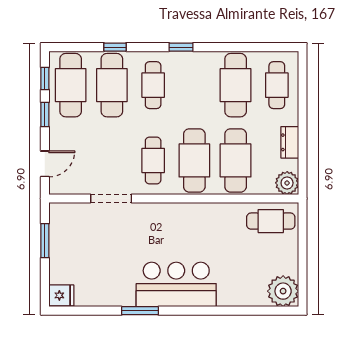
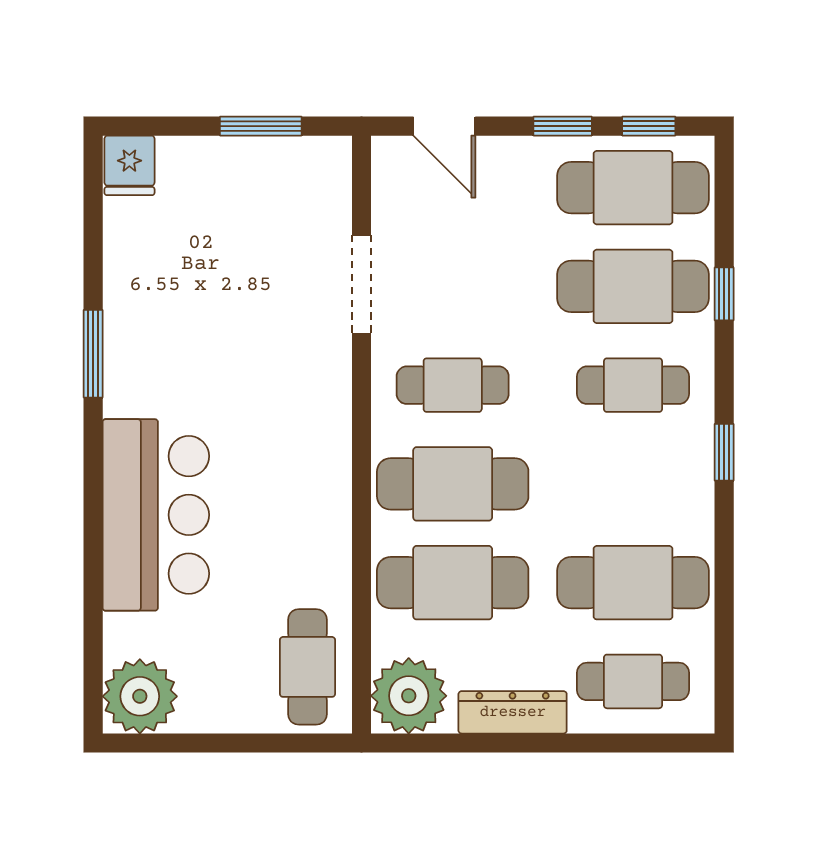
dresser: (290, 142) -> (513, 712), width x1.44
plant: (287, 183) -> (409, 696), width x1.36, depth x1.36
bar counter: (176, 284) -> (156, 515), moved

